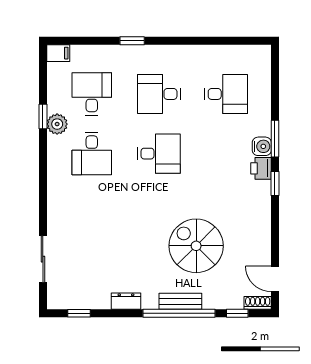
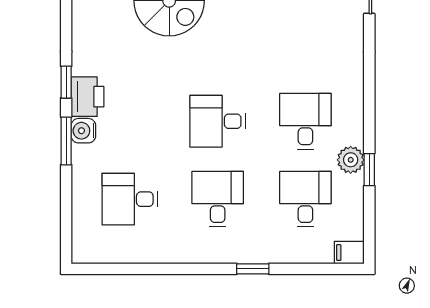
desk: (92, 94) -> (305, 199), turned 180
desk: (159, 94) -> (218, 199), turned -90
printer: (261, 168) -> (87, 97), width x1.36, depth x1.24

